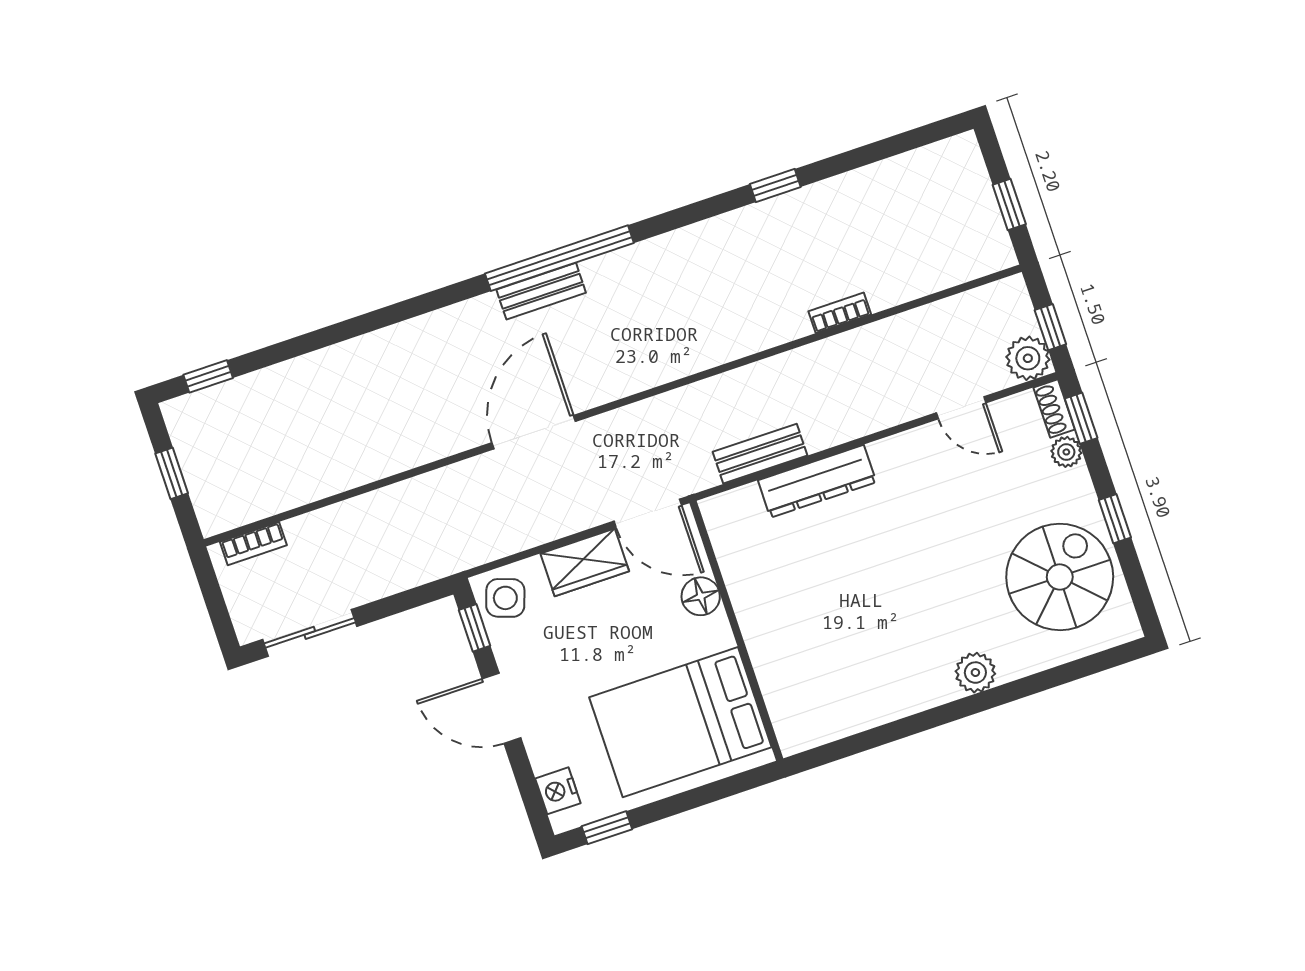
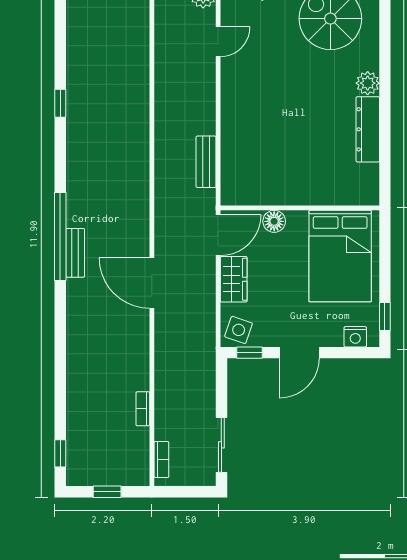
bookcase: (840, 313) -> (143, 409), moved
dresser: (817, 481) -> (368, 129), moved, turned 180

